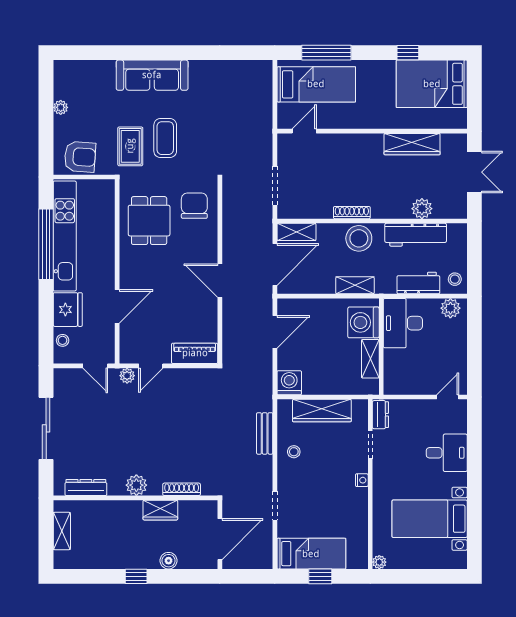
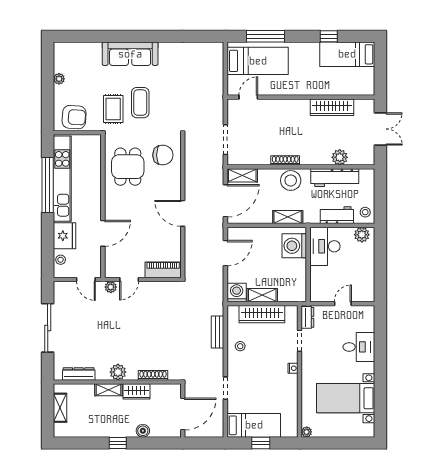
bed: (432, 84) -> (347, 54), width x0.67
chair: (194, 206) -> (163, 155), turned 90
shelving: (370, 359) -> (262, 295), moved, turned 90
door: (448, 397) -> (343, 304), moved
shelving: (124, 508) -> (108, 390), added

